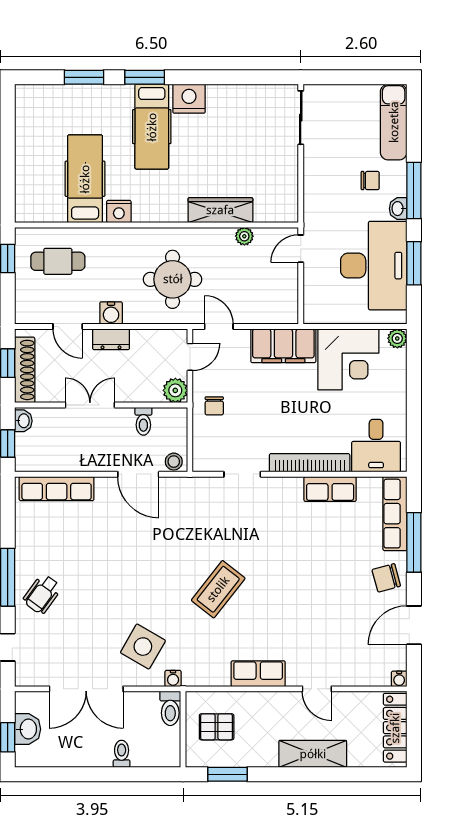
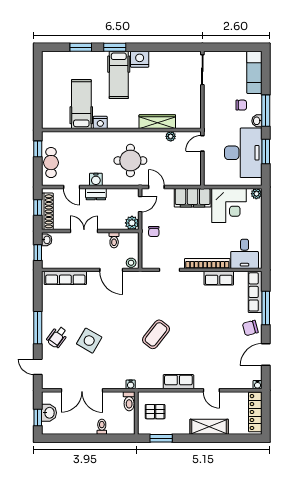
cafe table: (58, 261) -> (51, 163), moved, turned 90
side table: (143, 647) -> (89, 341), moved

